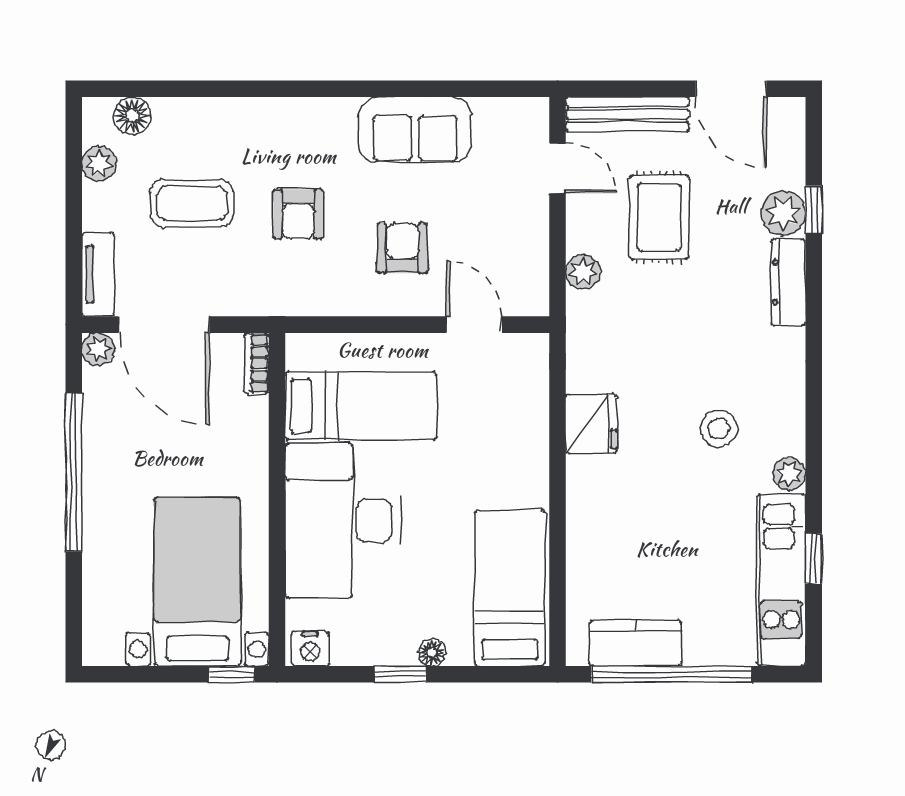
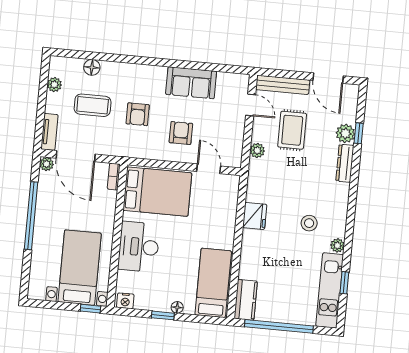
floor lamp: (132, 116) -> (92, 67), moved
bed: (361, 406) -> (157, 192), width x1.50
desk: (343, 521) -> (139, 247), width x0.73, depth x0.77
kitchen counter: (635, 643) -> (246, 300), moved, turned 90

